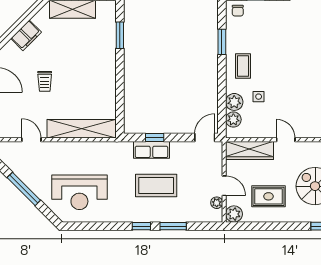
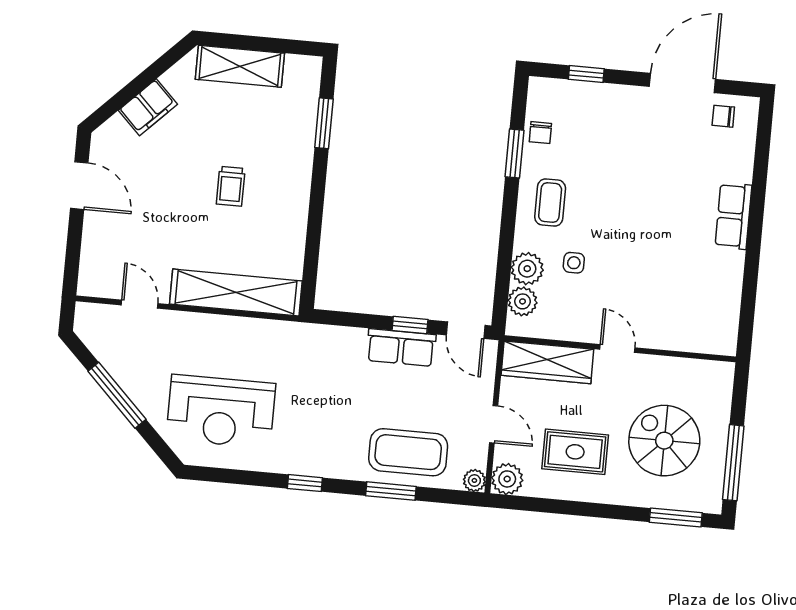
chair: (238, 11) -> (540, 133), moved
trolley: (45, 81) -> (231, 186), moved
window: (155, 137) -> (410, 325), moved
door: (205, 137) -> (466, 330), swing flipped
row of seats: (151, 150) -> (401, 348), moved
coffee table: (156, 185) -> (408, 452), moved
plant: (217, 203) -> (474, 480), moved
window: (141, 226) -> (305, 483), moved

